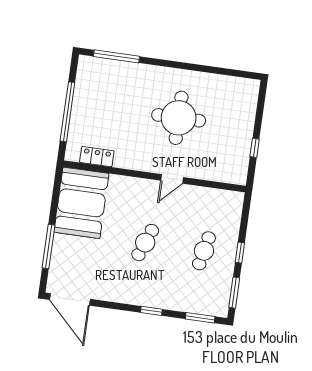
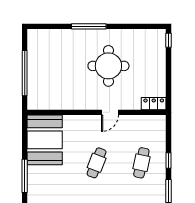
window: (116, 56) -> (89, 26), moved
window: (255, 148) -> (169, 40), moved
locker: (97, 157) -> (154, 104), moved

